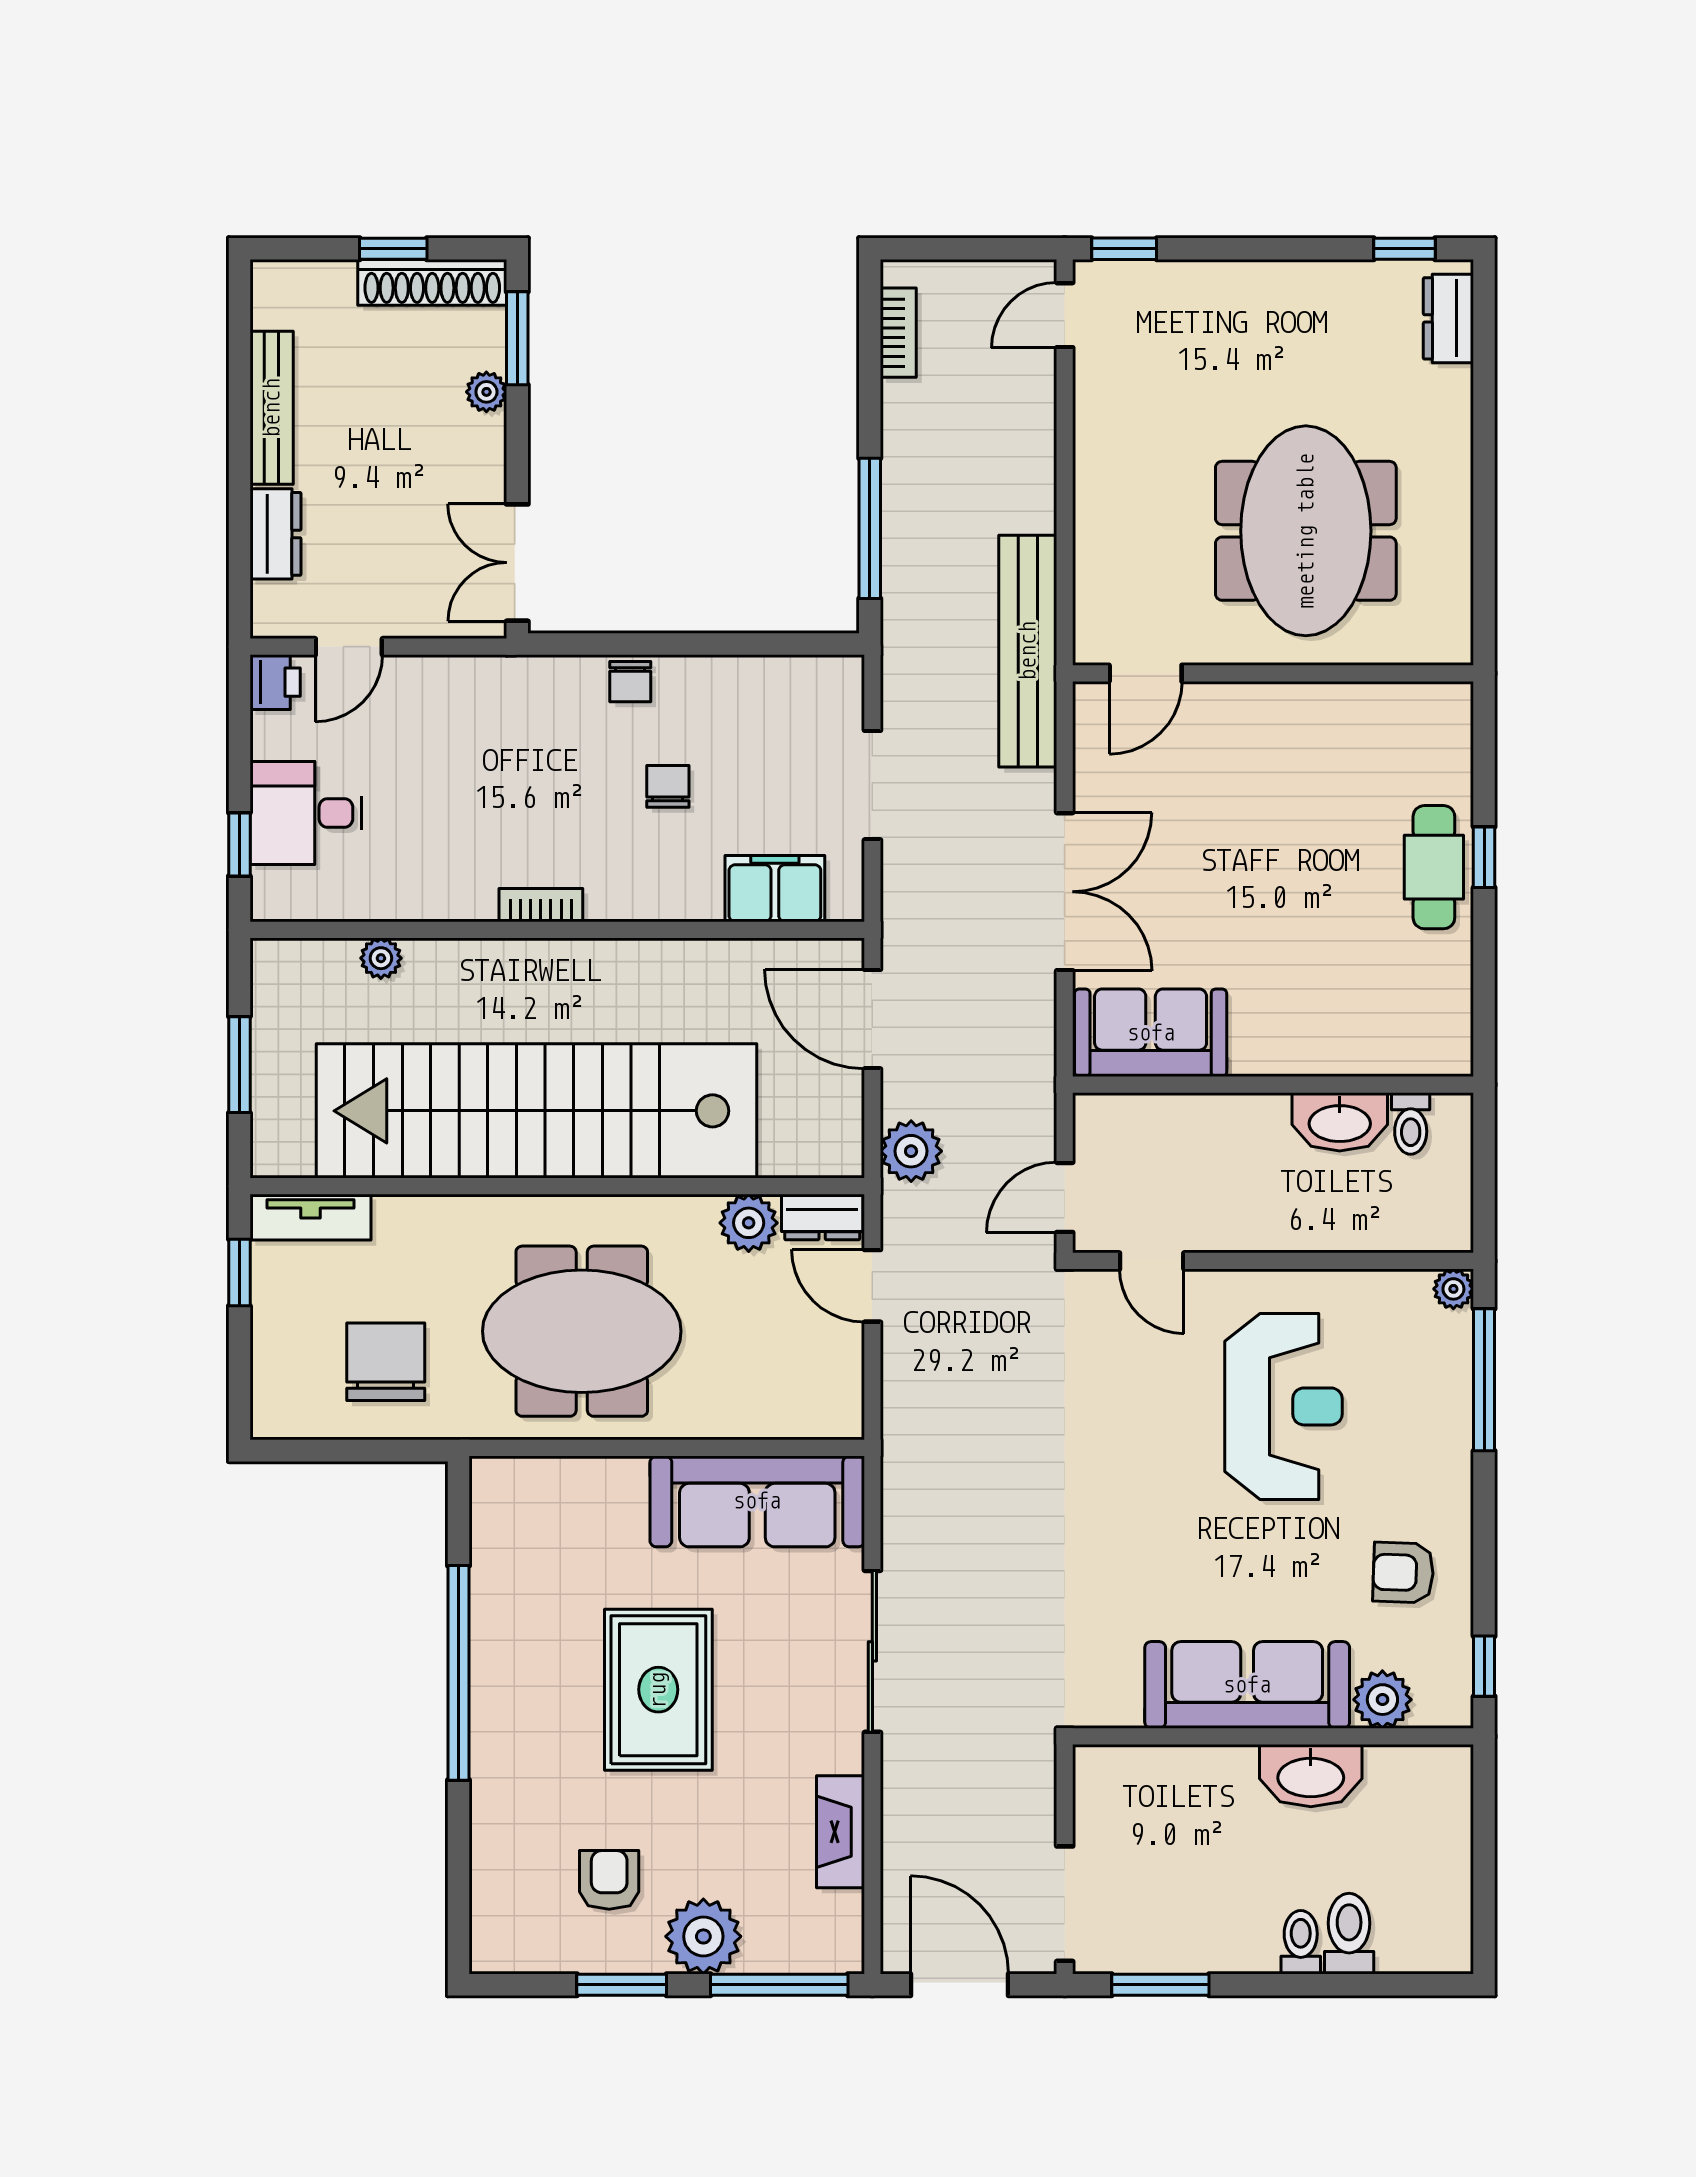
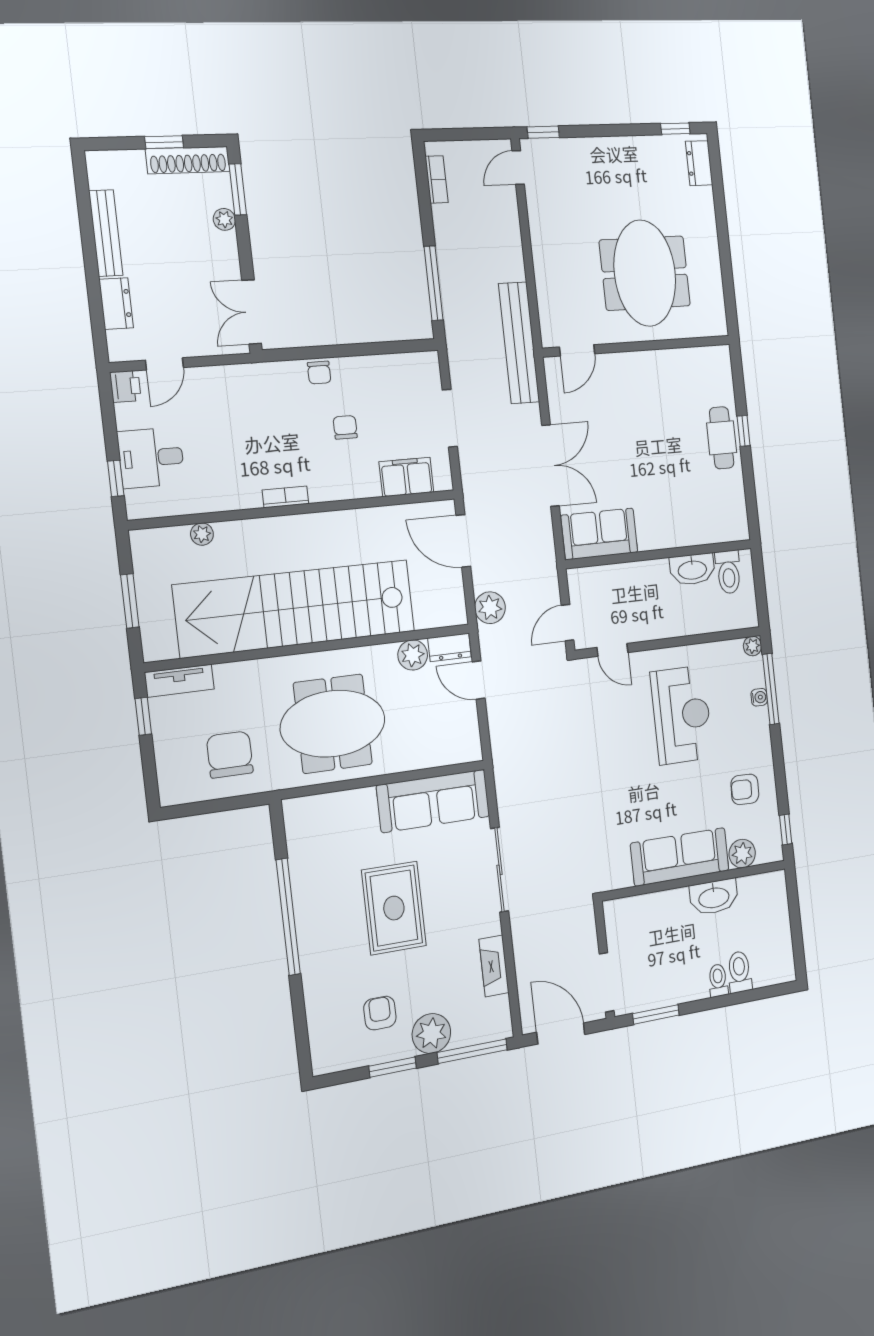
toilet: (1411, 1124) -> (728, 572), width x1.37, depth x1.39
water cooler: (1456, 1393) -> (759, 697), added

